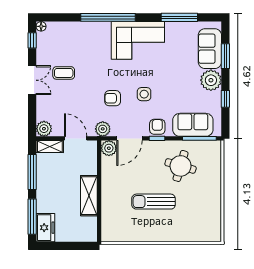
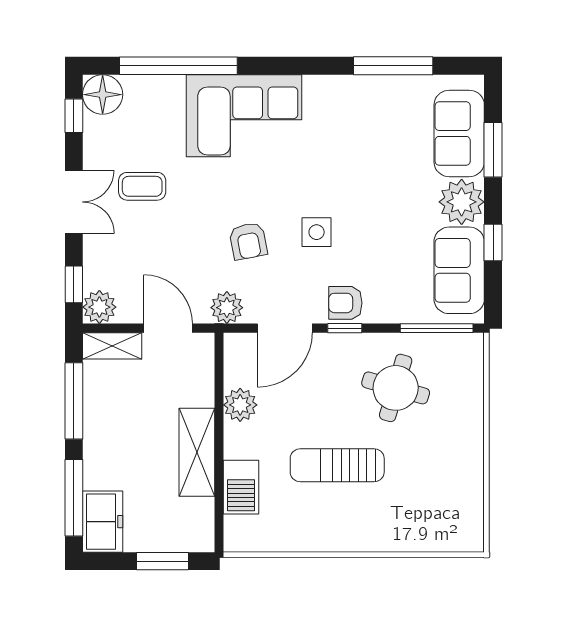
window: (108, 17) -> (178, 66), moved
floor lamp: (41, 26) -> (103, 95), width x1.89, depth x1.89
corner sofa: (138, 40) -> (244, 116), moved
armchair: (113, 98) -> (248, 241), turned -101
window: (32, 118) -> (74, 284), added
sofa: (193, 125) -> (459, 270), moved, turned -90
armchair: (157, 127) -> (345, 303), turned -90
plant: (109, 148) -> (240, 405), moved
barbecue: (109, 212) -> (241, 487), added
window: (73, 246) -> (162, 561), added

